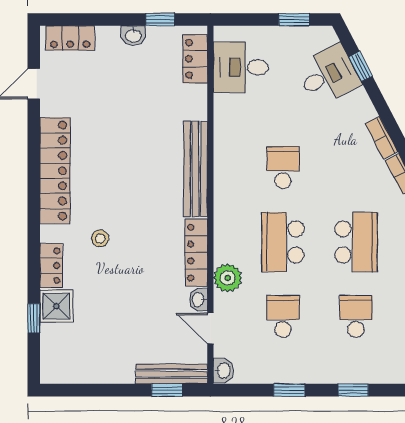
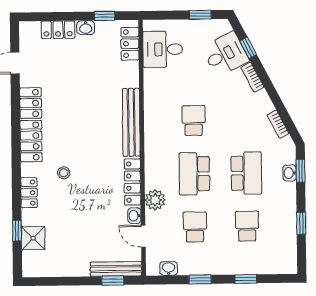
locker: (70, 38) -> (58, 30), moved
bookcase: (382, 138) -> (252, 77), moved
shower: (56, 306) -> (33, 238), moved
washbasin: (223, 371) -> (169, 268), moved, turned -90

